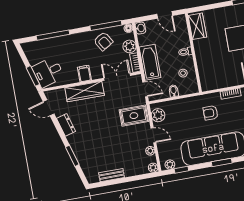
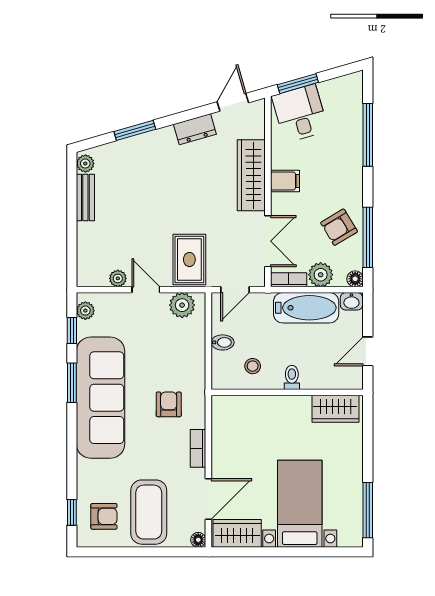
bathtub: (150, 62) -> (306, 308), moved
door: (153, 135) -> (146, 290), swing flipped
window: (222, 162) -> (72, 383), moved
plant: (153, 168) -> (85, 164), moved

